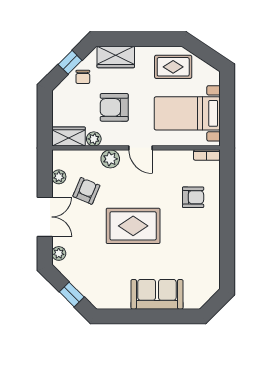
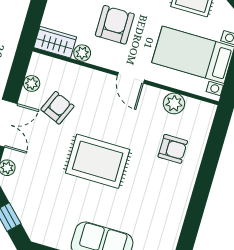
armchair: (114, 107) -> (115, 25), turned 90
bookcase: (207, 155) -> (201, 107), removed
plant: (110, 159) -> (174, 103), moved

